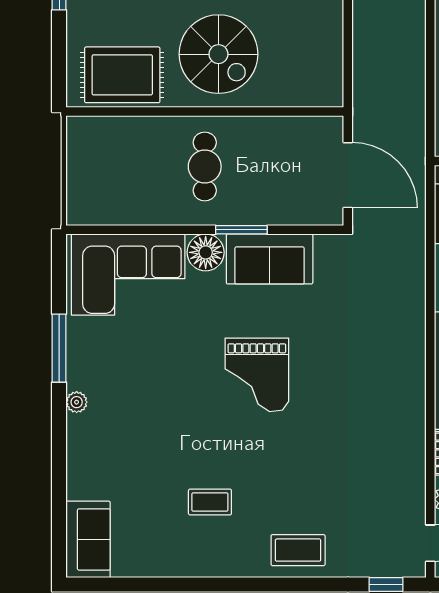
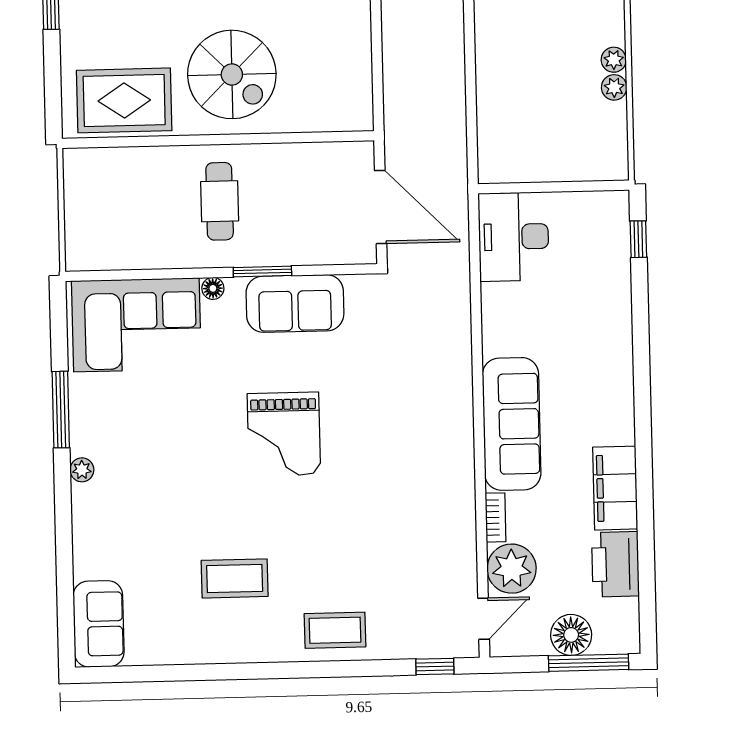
floor lamp: (206, 252) -> (213, 288), width x0.53, depth x0.53
coffee table: (210, 502) -> (235, 578), width x1.36, depth x1.30

